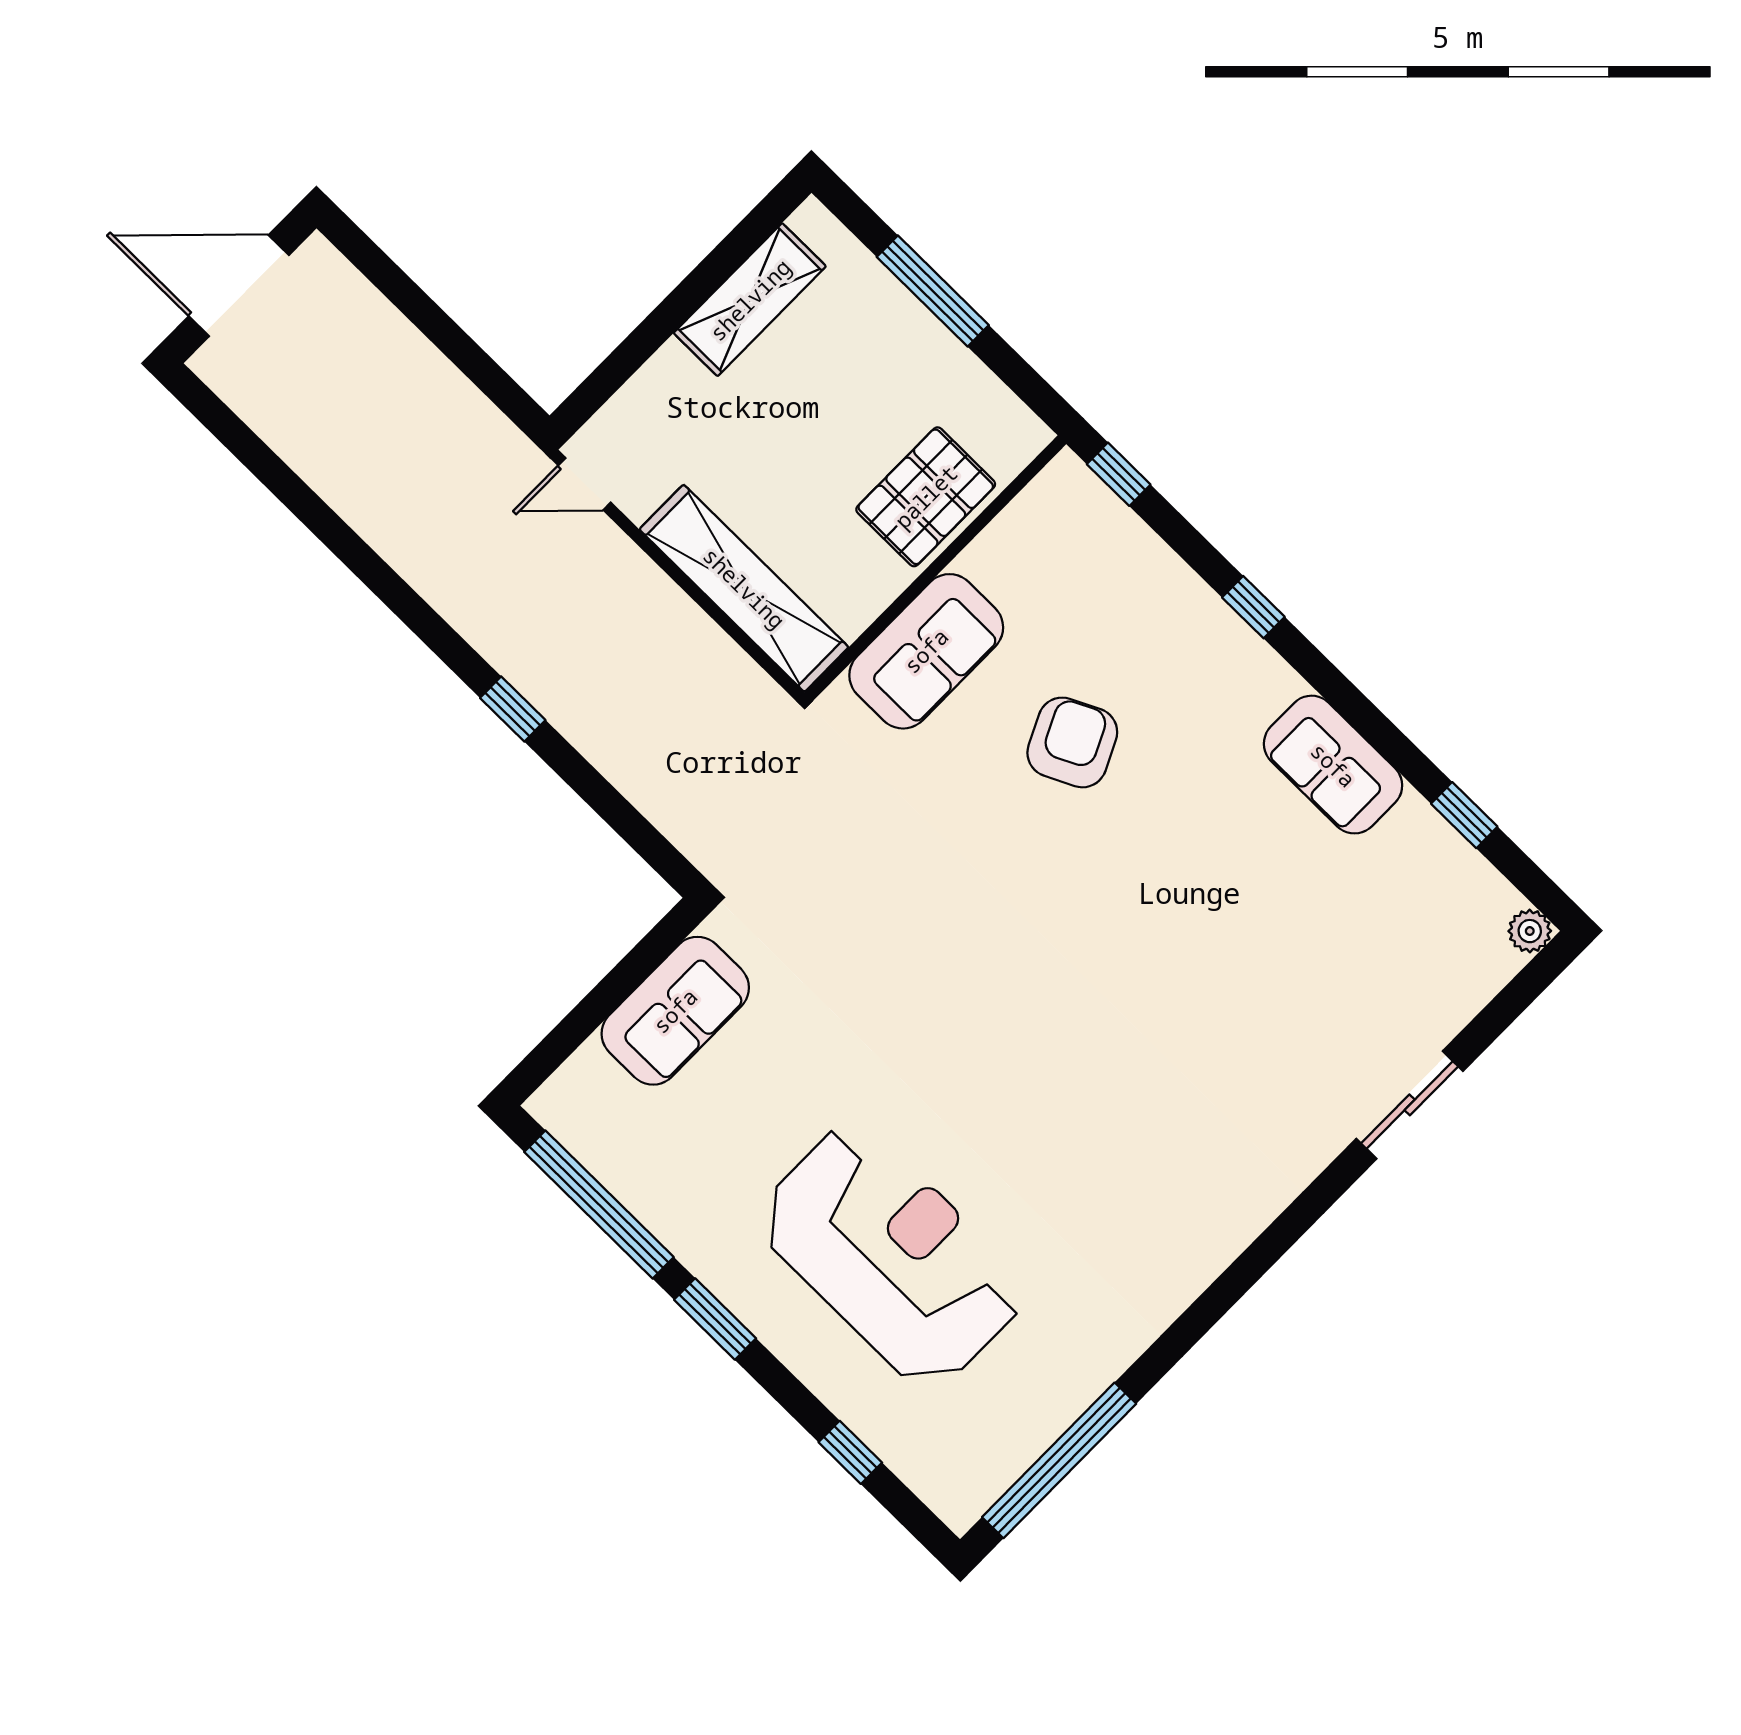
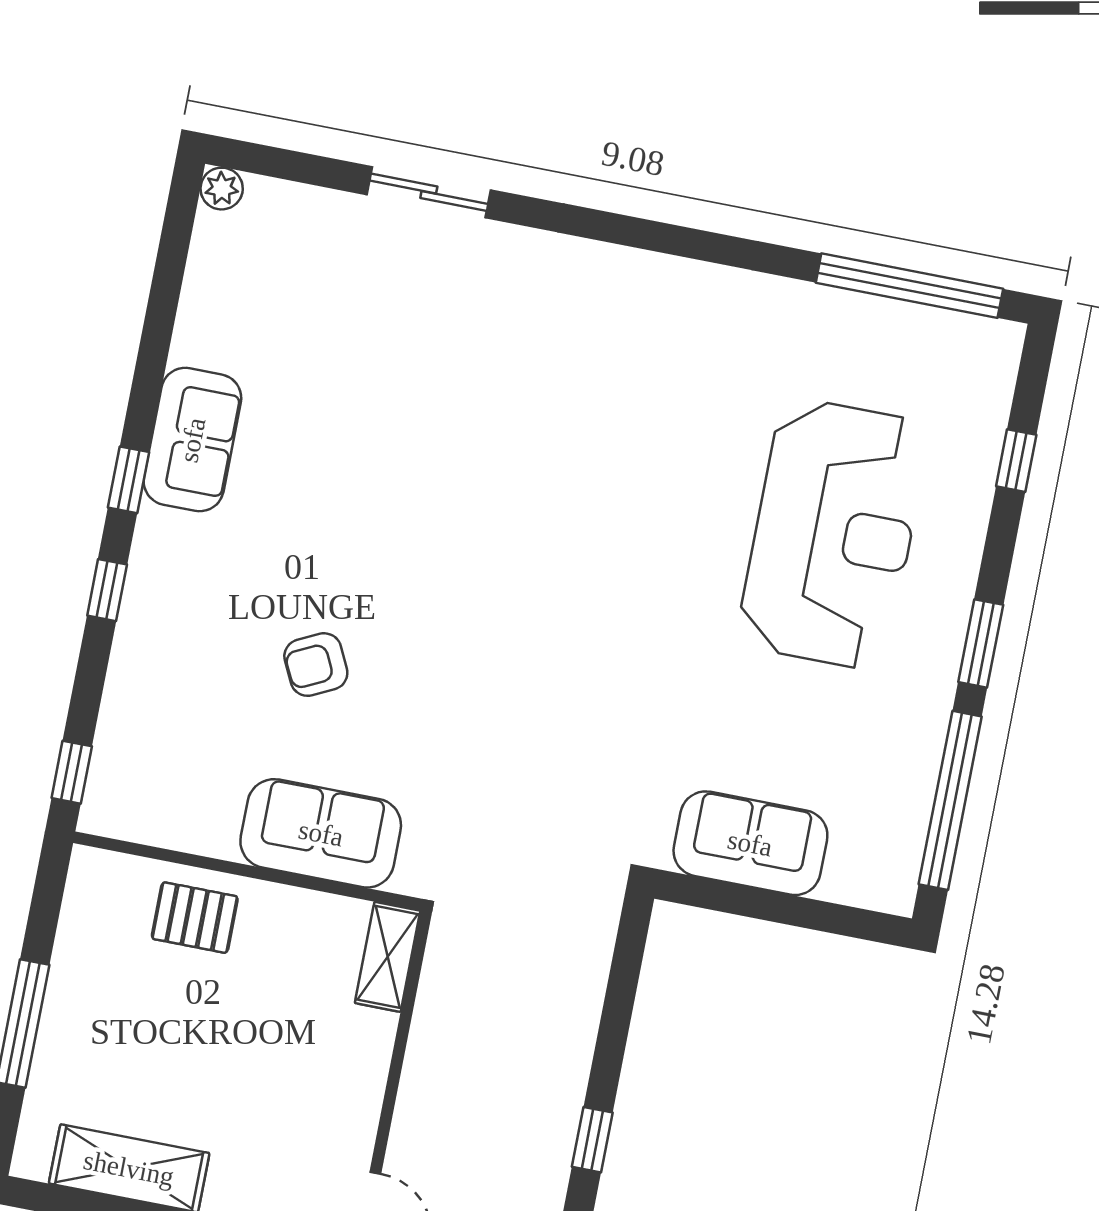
pallet: (926, 497) -> (195, 918), width x0.67, depth x0.71
shelving: (744, 588) -> (388, 957), width x0.45, depth x0.75
armchair: (1072, 742) -> (316, 665), width x0.72, depth x0.72
window: (1464, 815) -> (129, 480), moved
reception desk: (891, 1256) -> (833, 534), turned 180

